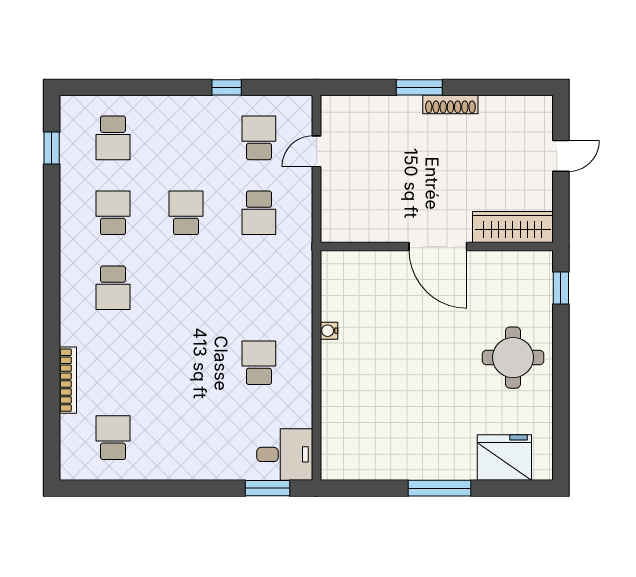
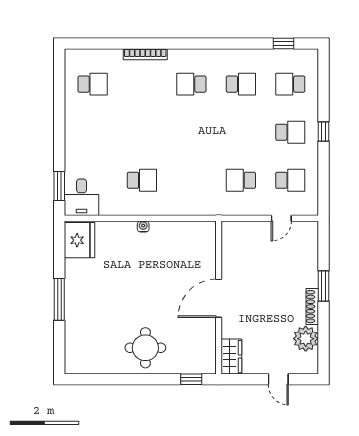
window: (227, 87) -> (323, 131), moved
plant: (499, 114) -> (306, 339), added
door: (317, 151) -> (281, 218), swing flipped
school desk: (186, 213) -> (290, 132), moved
wardrobe: (513, 227) -> (231, 357), width x0.67
water cooler: (329, 331) -> (143, 226), moved
bookcase: (68, 380) -> (145, 54), moved
fridge: (504, 458) -> (79, 240), moved

